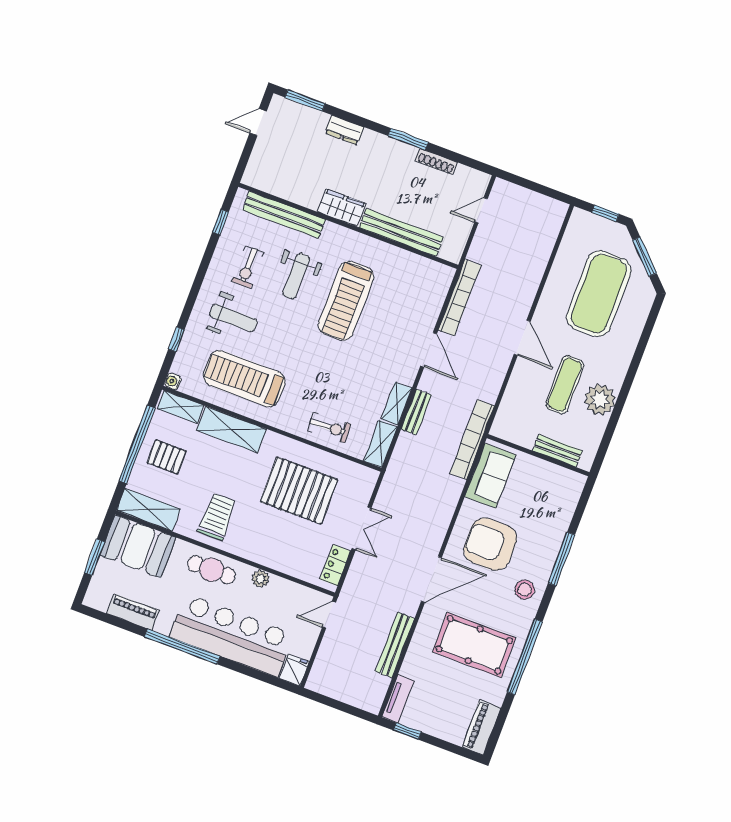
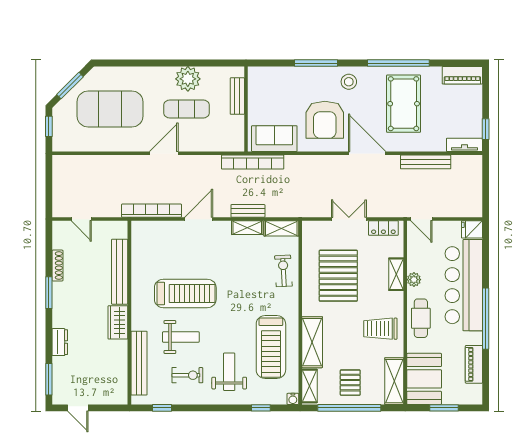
shelving: (275, 560) -> (396, 274), added

